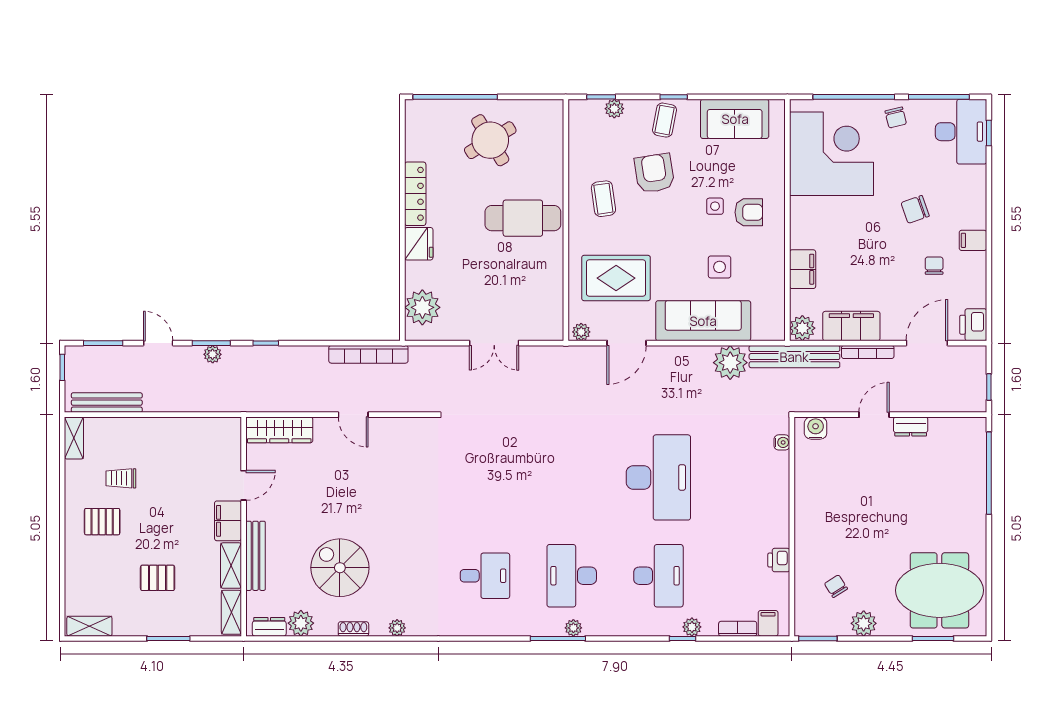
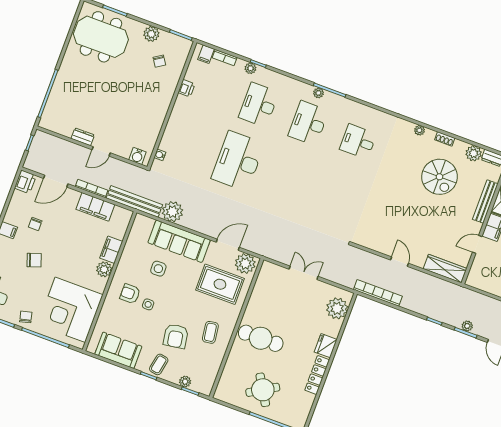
plant: (802, 328) -> (104, 269), moved
plant: (581, 332) -> (245, 264), width x1.87, depth x1.87
desk: (572, 576) -> (308, 123), turned 180

